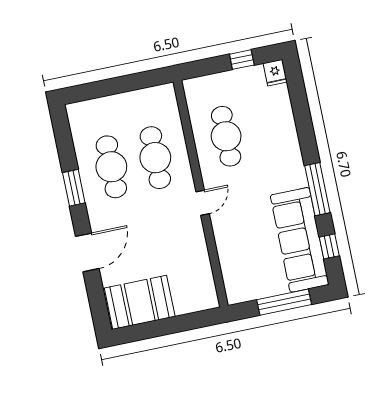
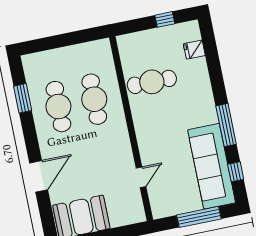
fridge: (275, 73) -> (194, 50), moved, turned 90
cafe table: (226, 136) -> (152, 82), turned 90
window: (74, 188) -> (23, 98), moved
door: (203, 203) -> (141, 177), moved

